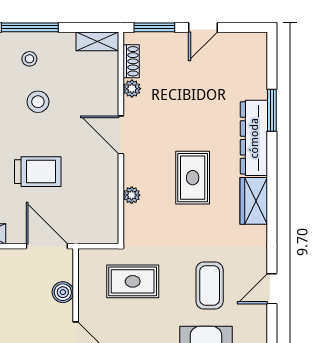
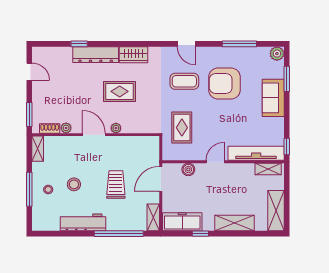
door: (203, 27) -> (29, 72), moved
window: (272, 110) -> (79, 44), width x0.67
door: (121, 135) -> (94, 135), swing flipped
plant: (132, 195) -> (116, 128), moved

